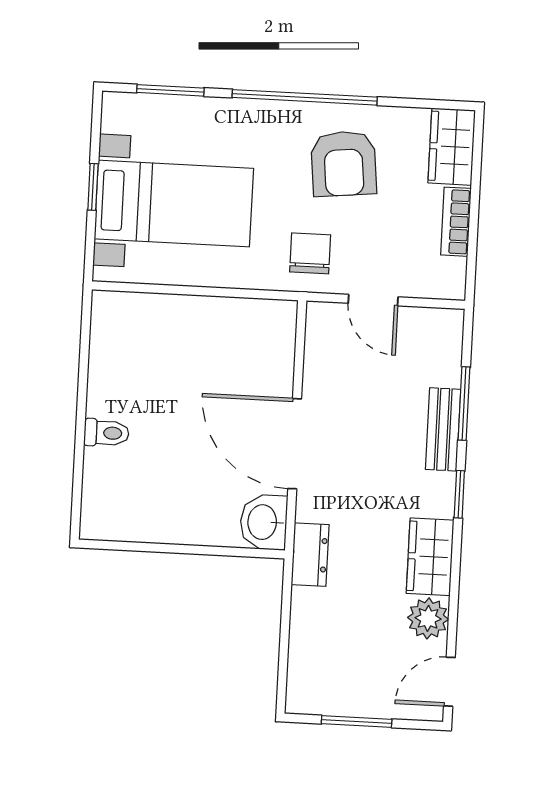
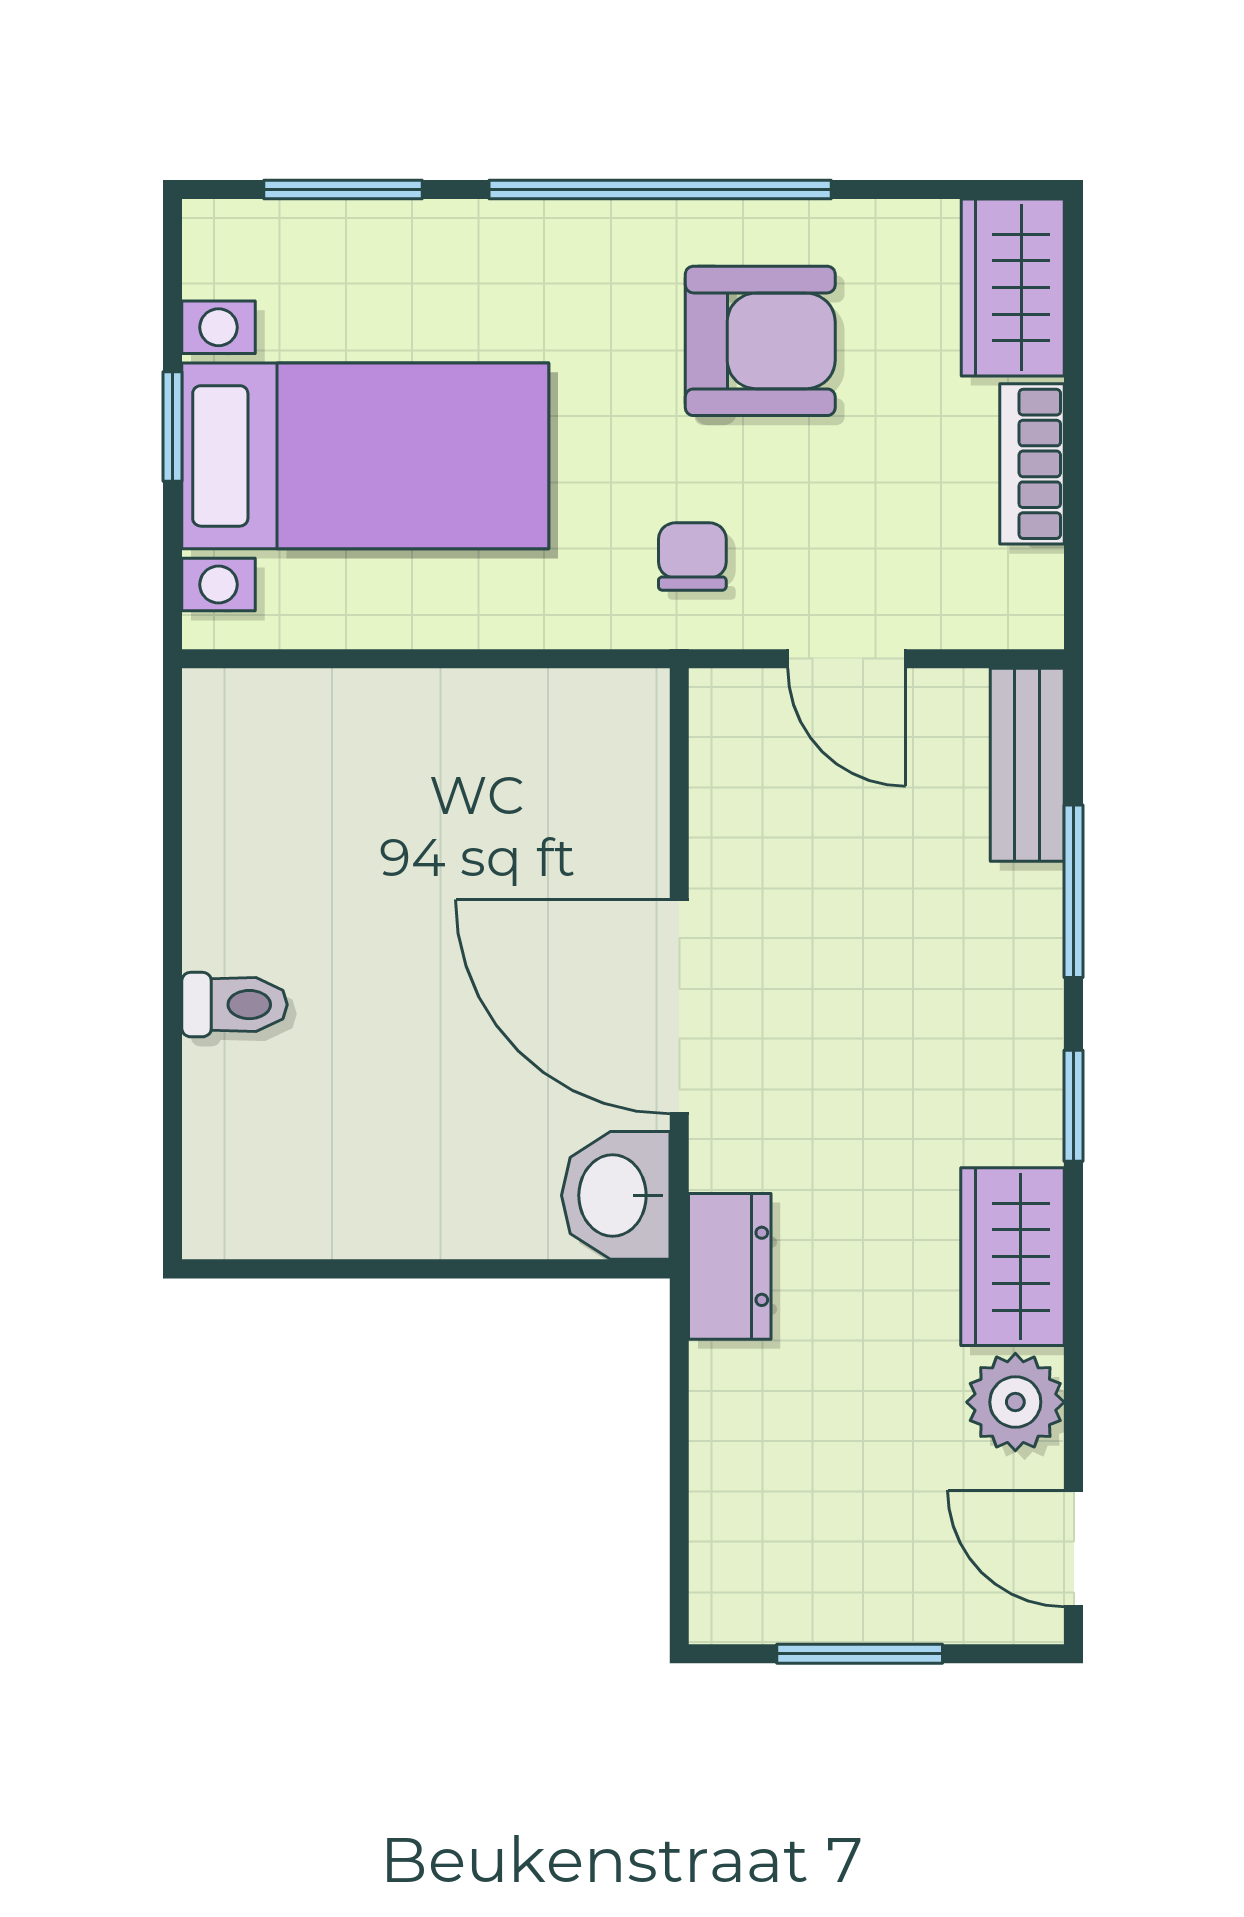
armchair: (344, 164) -> (760, 341), turned -84
chair: (310, 253) -> (692, 556), width x0.73, depth x0.73
bench: (443, 429) -> (1027, 765), moved
door: (449, 682) -> (1074, 1548), hinge flipped

